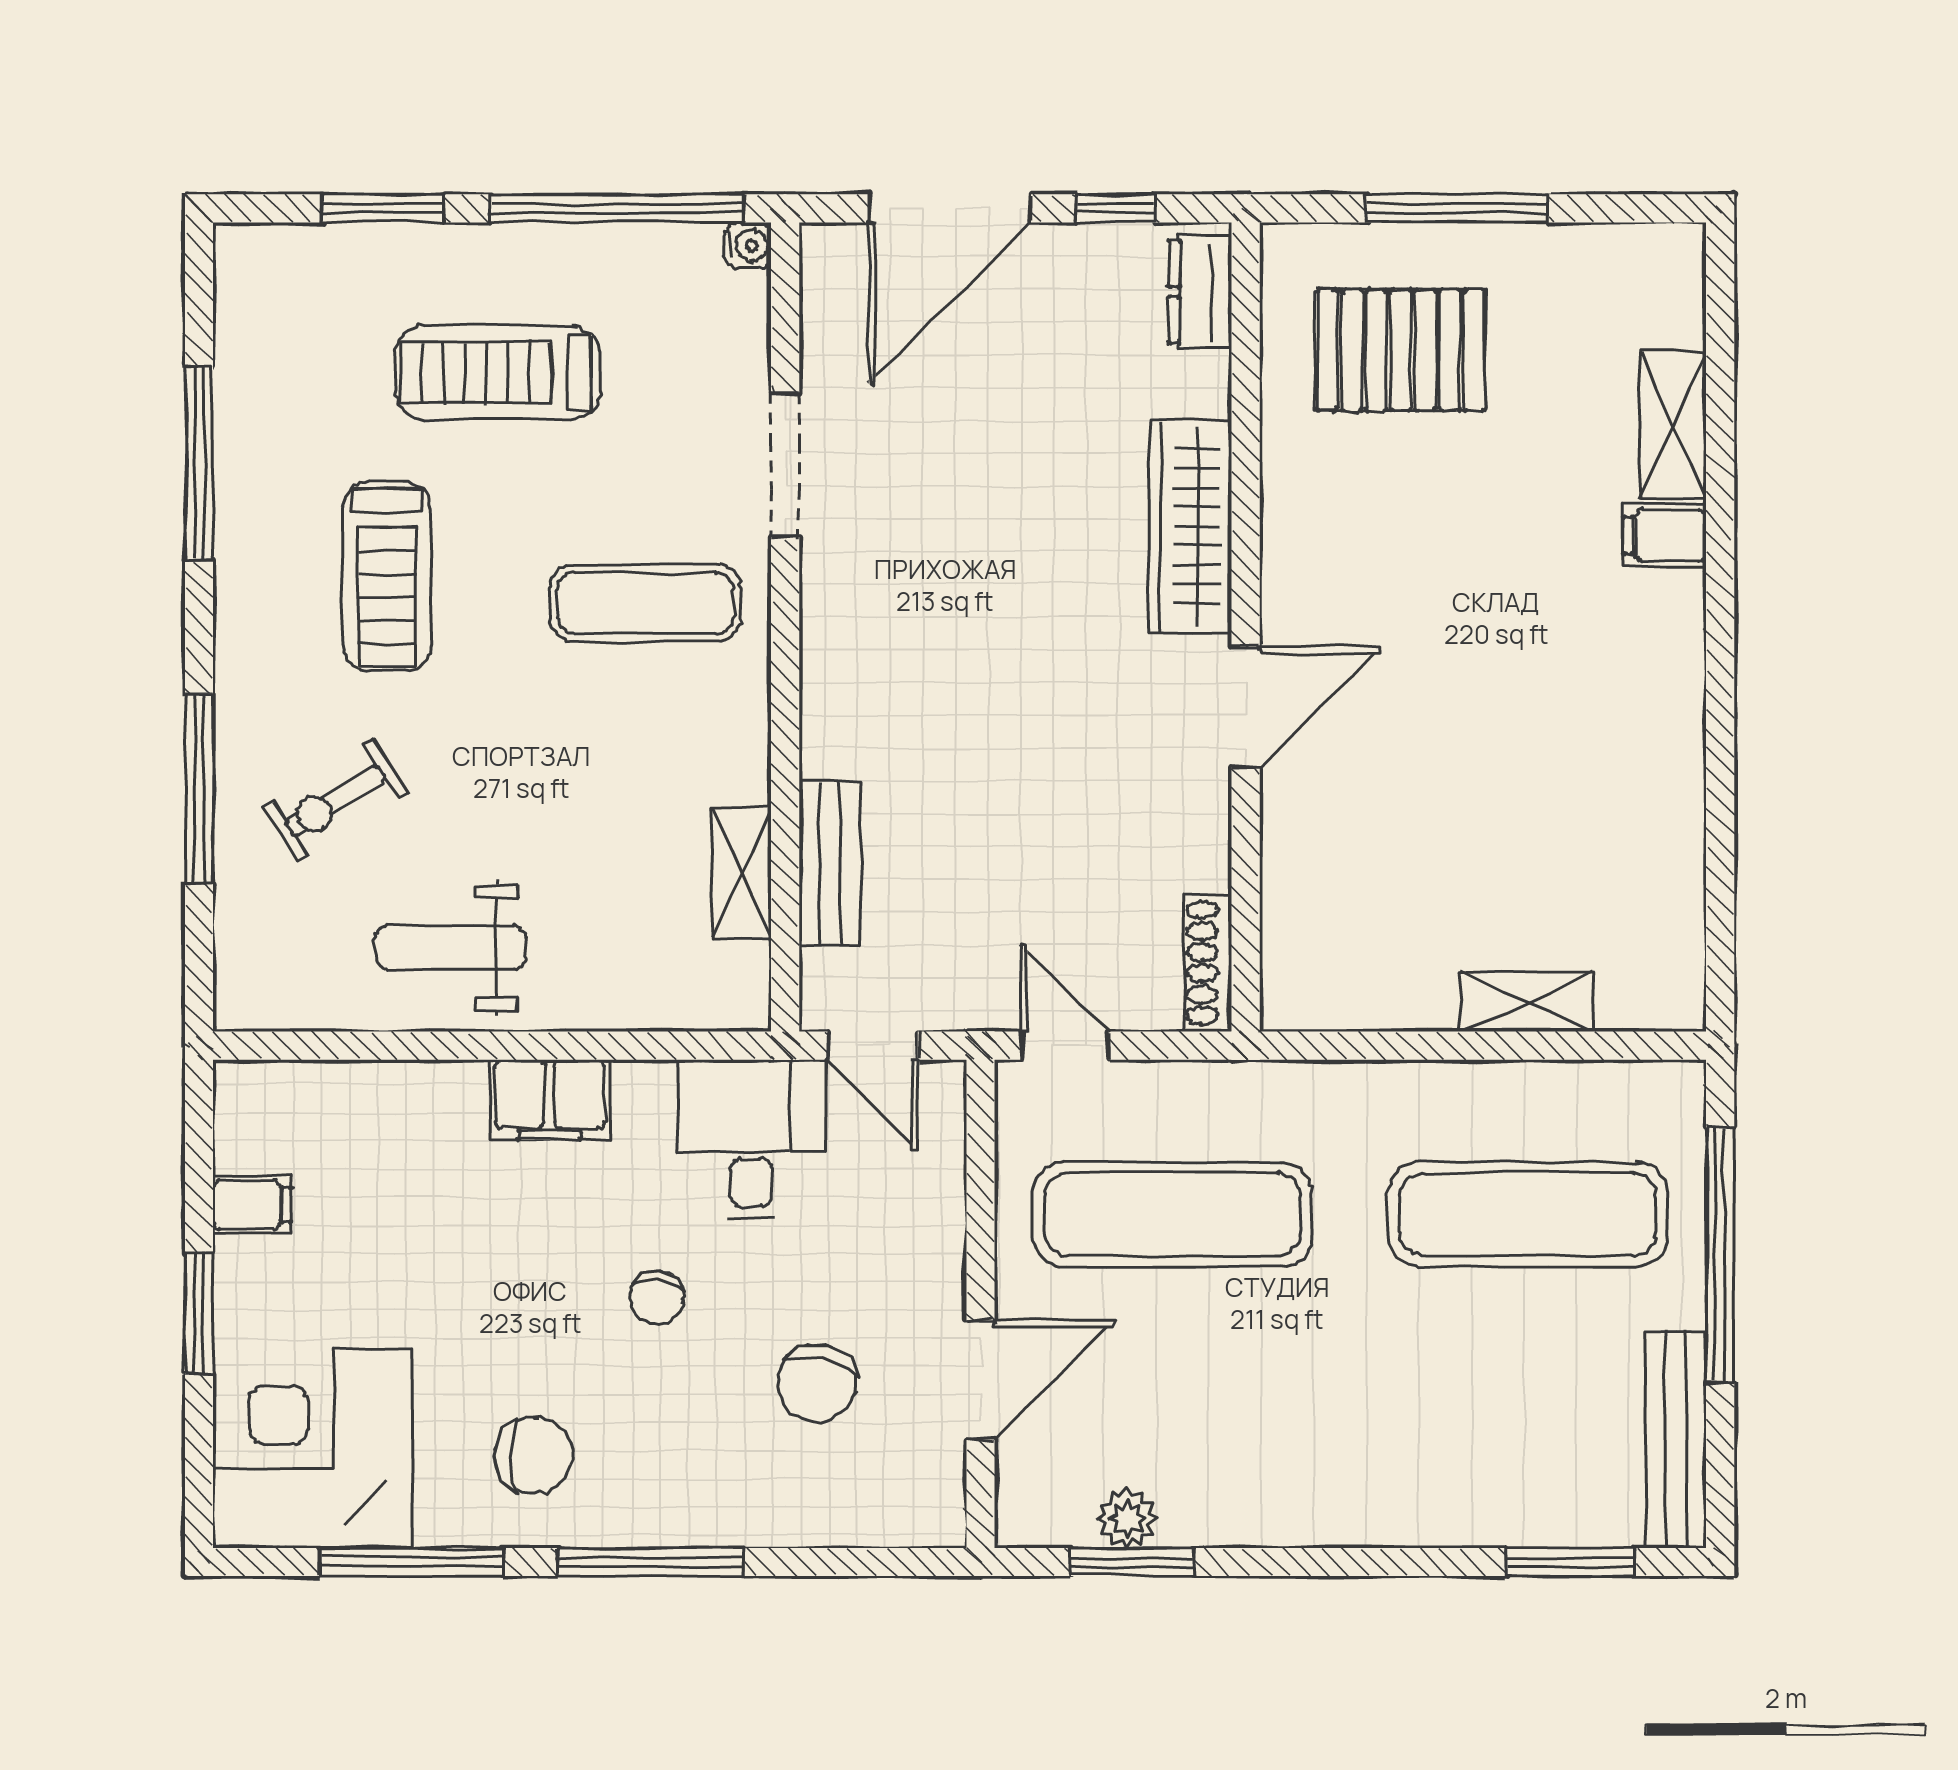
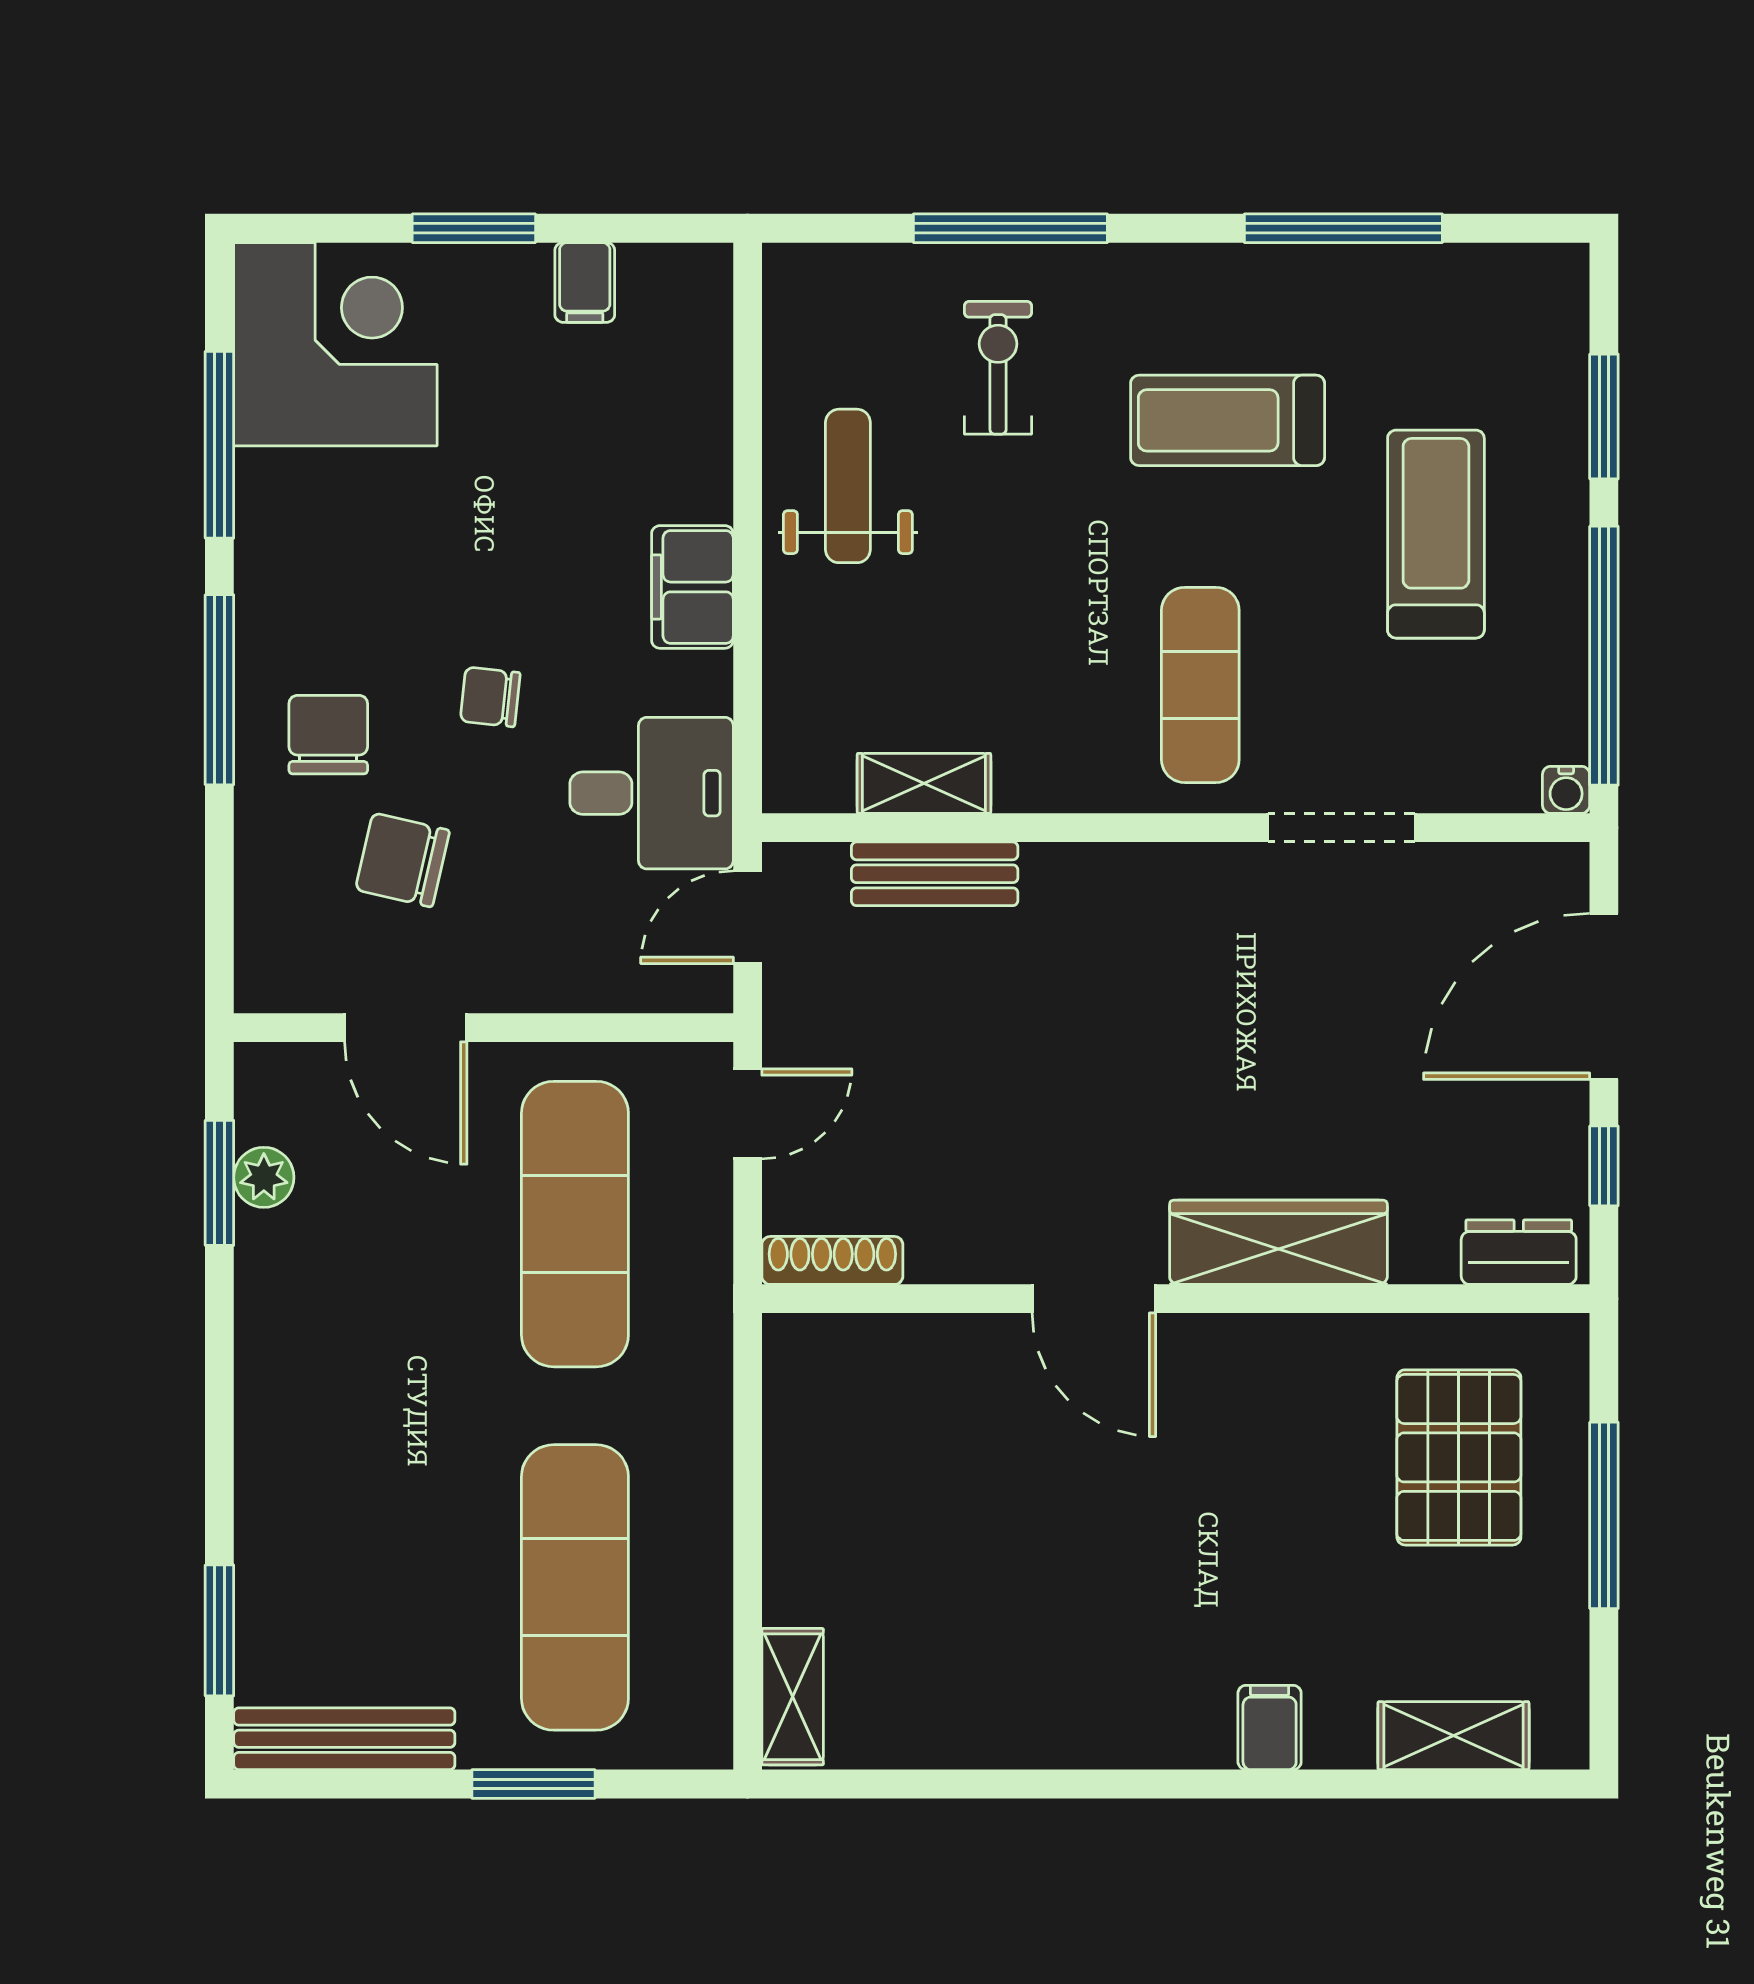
door: (950, 208) -> (1604, 996), hinge flipped
shelving: (1673, 425) -> (1453, 1736), moved
exercise bike: (335, 801) -> (998, 368), turned 32
shelving: (1527, 1002) -> (793, 1697), moved
window: (1720, 1255) -> (533, 1784), width x0.47
chair: (534, 1455) -> (328, 735), moved, turned 180

